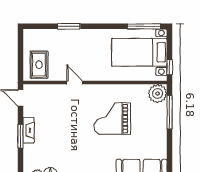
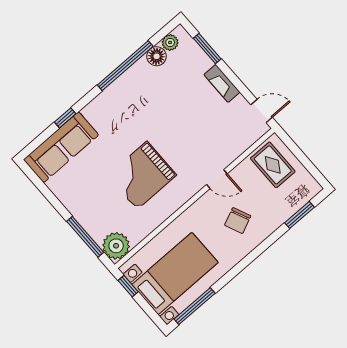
window: (69, 26) -> (299, 215), moved
chair: (83, 51) -> (238, 221), added
grand piano: (112, 119) -> (142, 175), turned 180
window: (20, 136) -> (207, 49), moved

